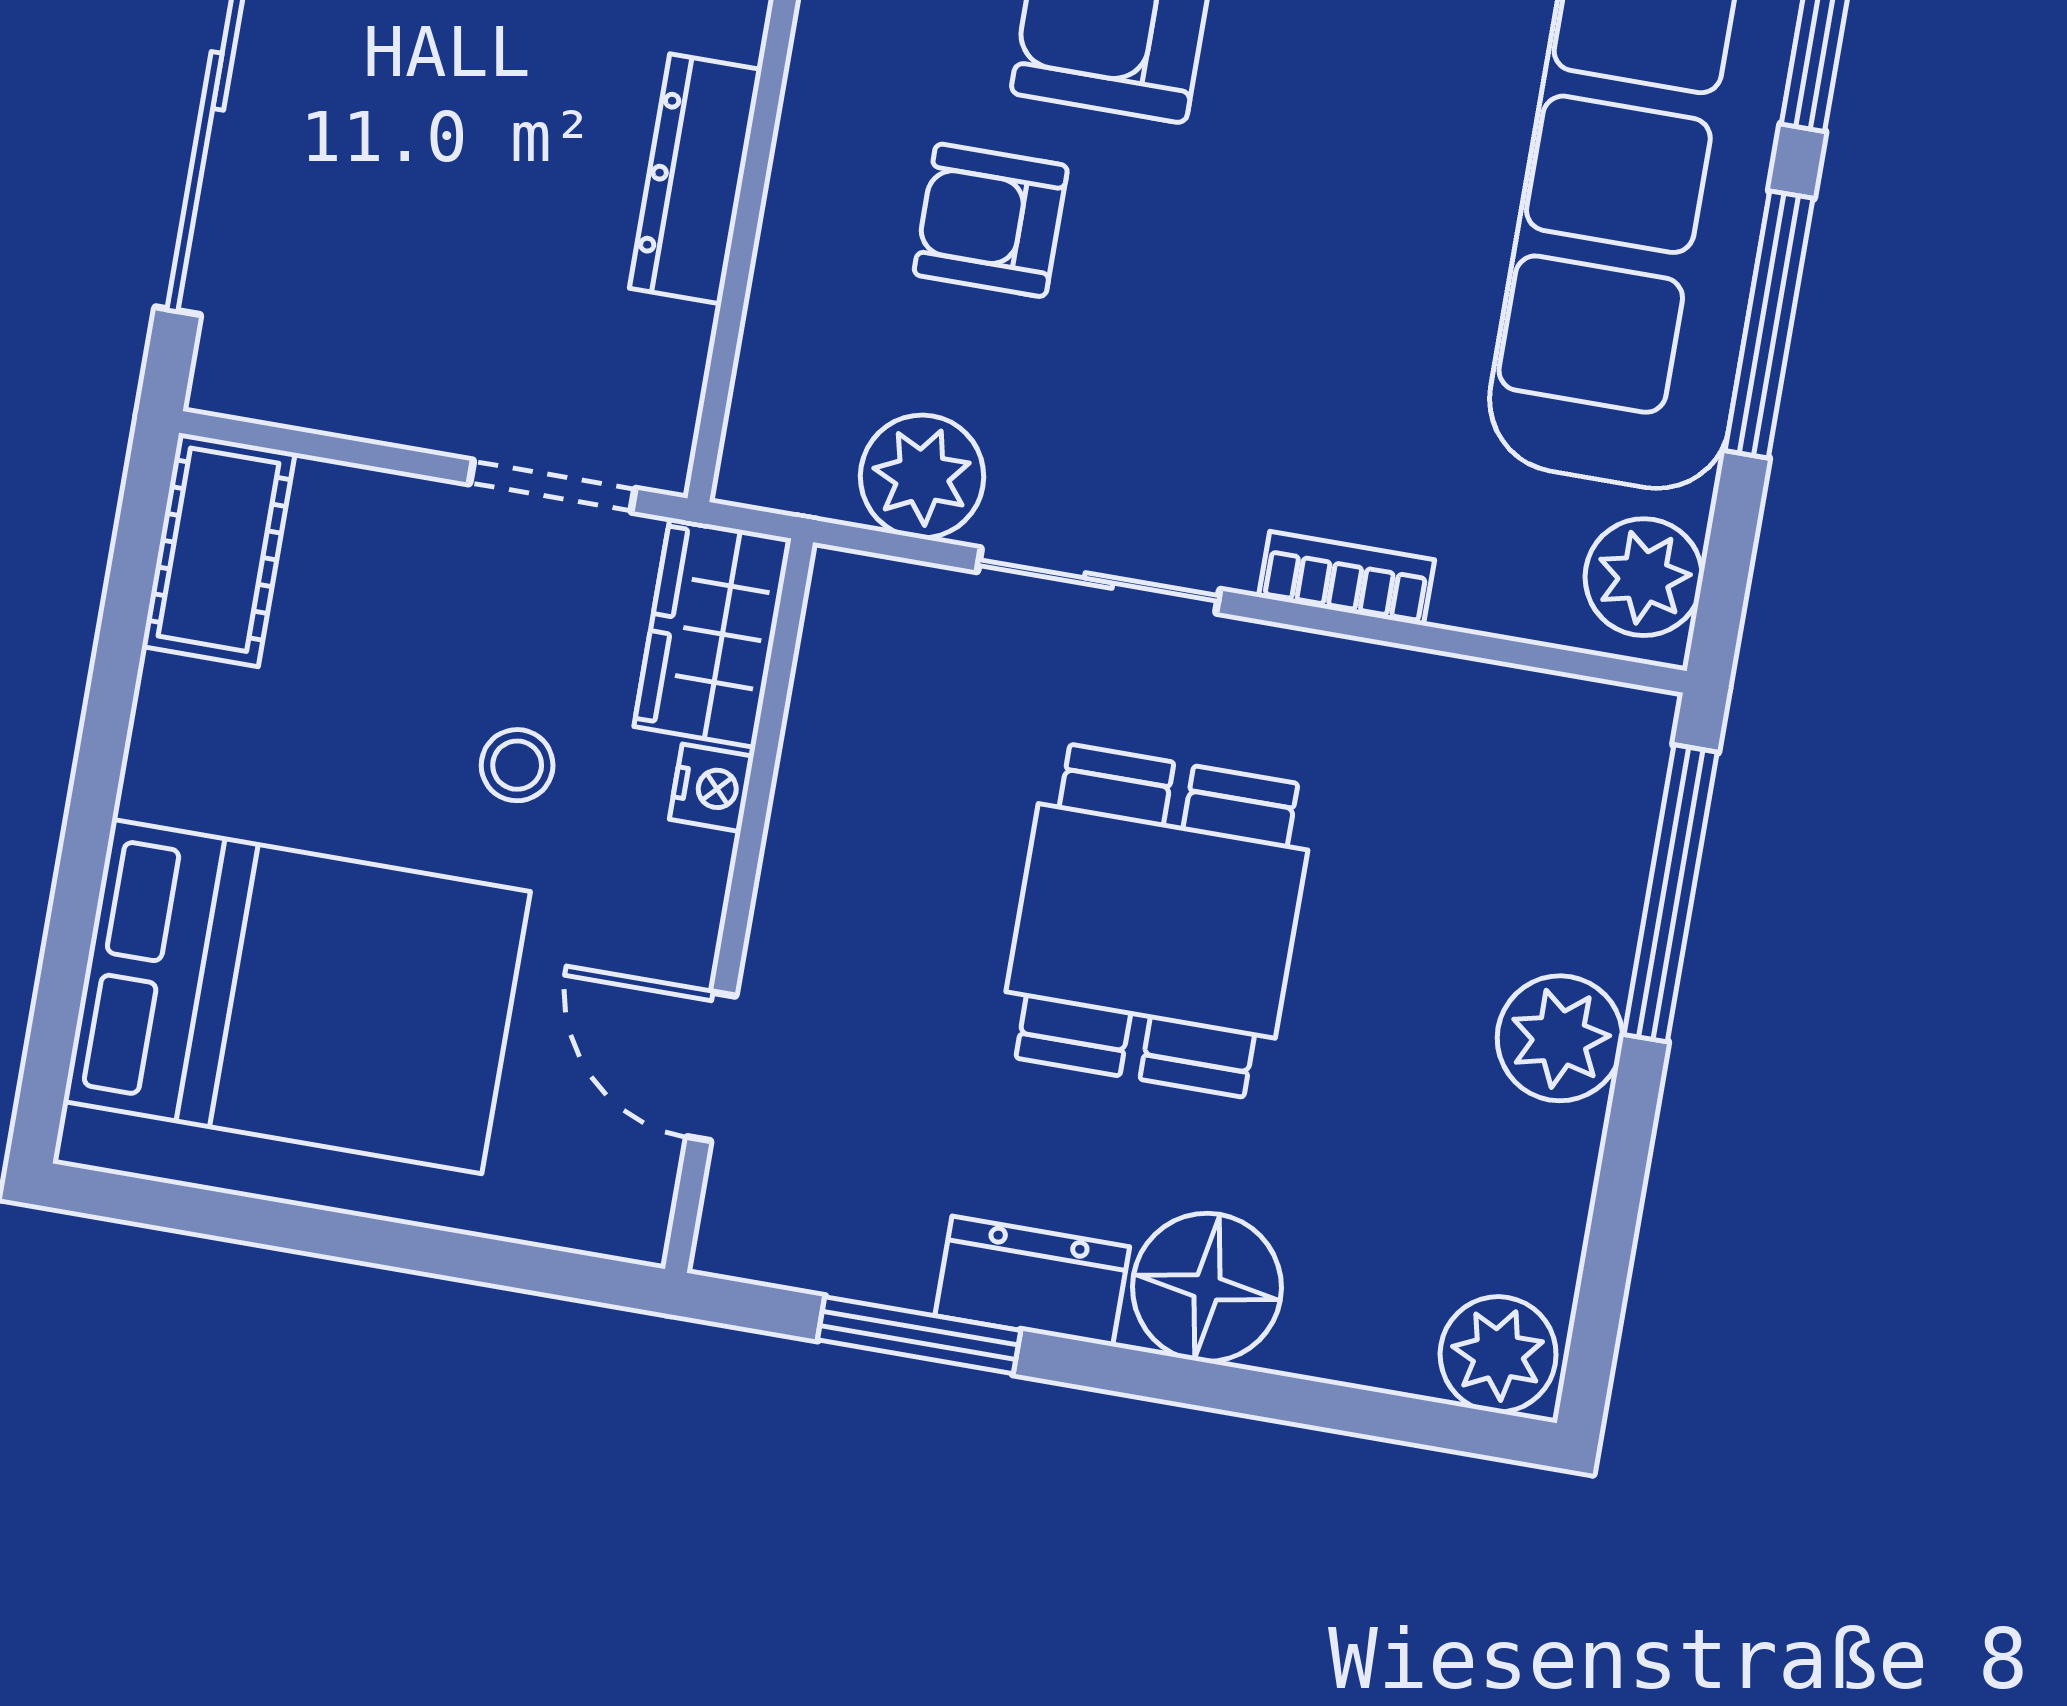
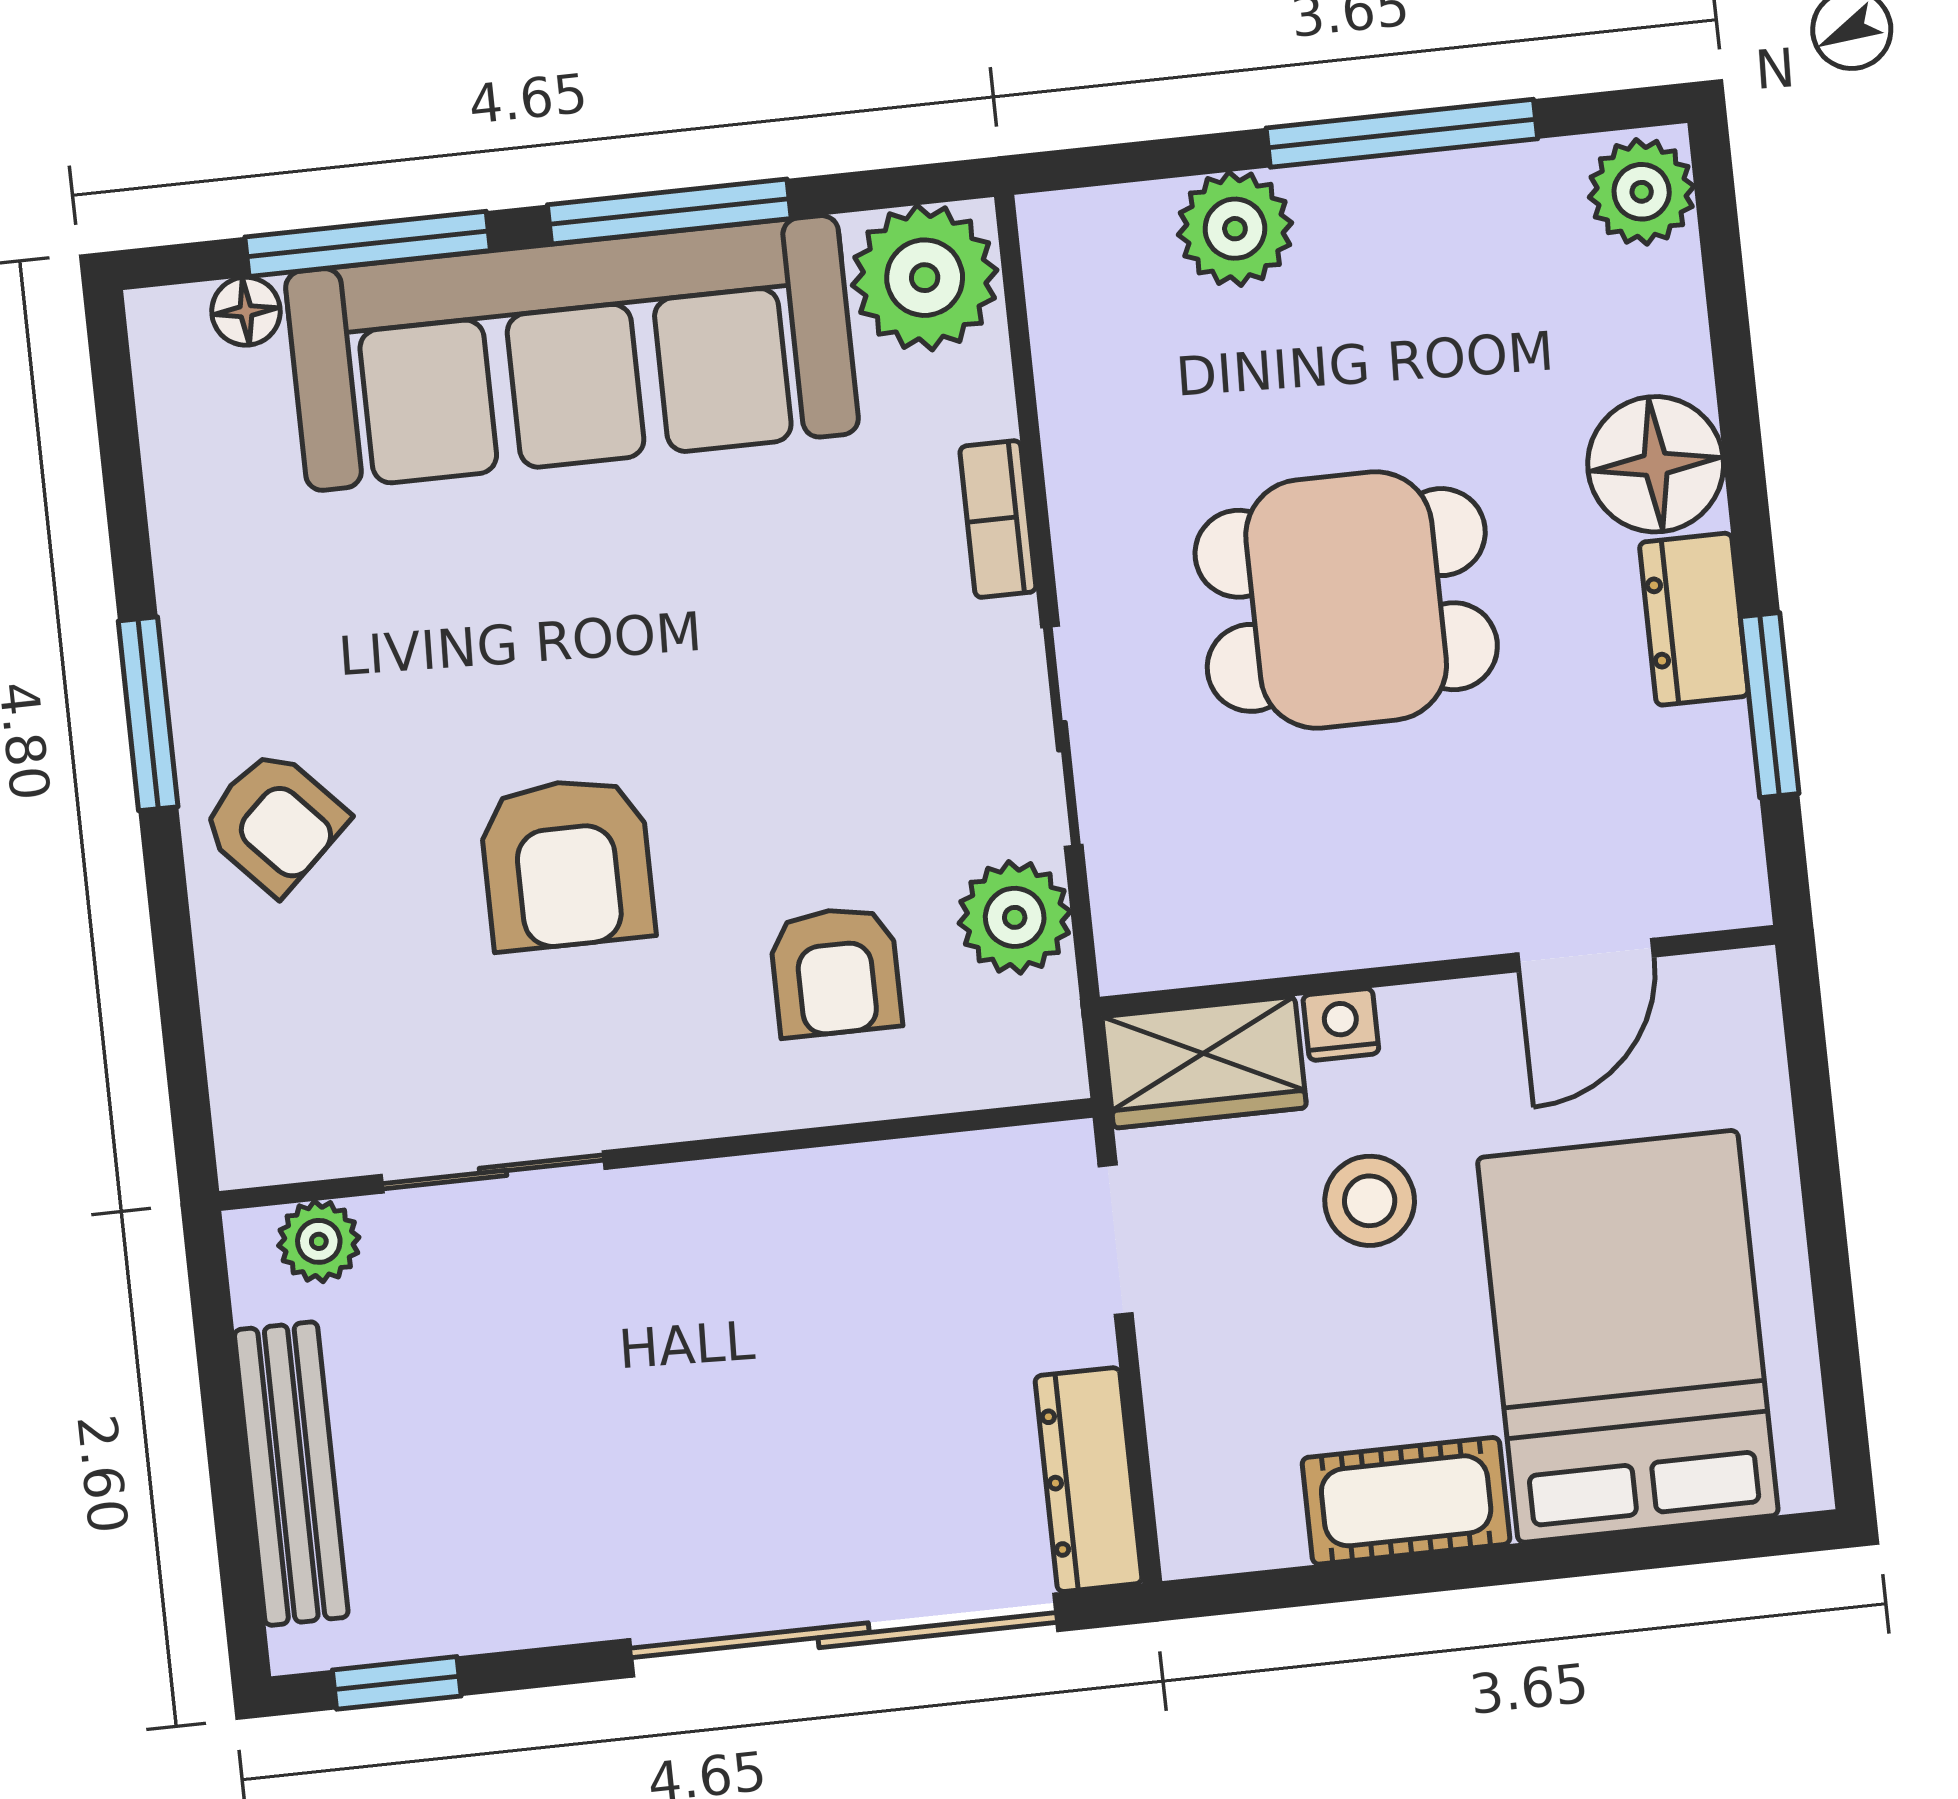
dresser: (695, 179) -> (1089, 1480), moved, turned 90
armchair: (991, 220) -> (835, 971), moved
cot: (219, 550) -> (1406, 1501), moved
plant: (1644, 577) -> (925, 278), width x1.36, depth x1.36
stool: (517, 765) -> (1370, 1201), width x1.37, depth x1.37
window: (1671, 893) -> (1402, 133), moved
plant: (1560, 1038) -> (1235, 229), moved

